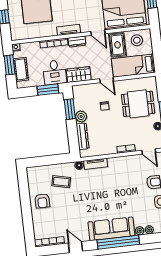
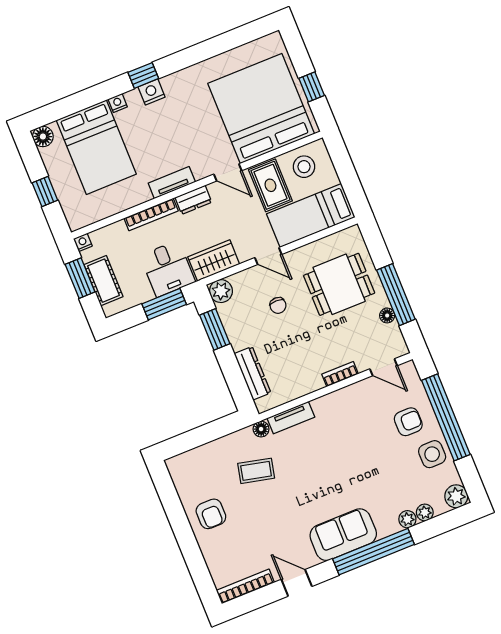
plant: (81, 116) -> (221, 291), moved
coffee table: (61, 182) -> (256, 471), moved
sofa: (111, 229) -> (343, 535), width x0.73

